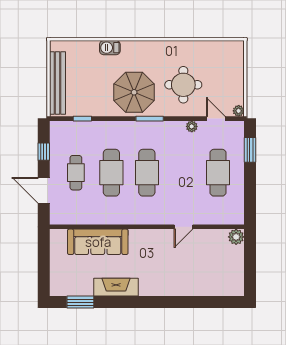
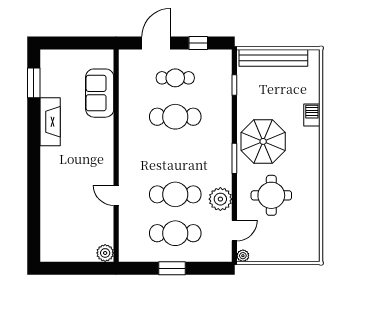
plant: (192, 126) -> (220, 199), width x1.88, depth x1.88
window: (250, 150) -> (172, 268), moved
cafe table: (147, 173) -> (175, 194), moved
sofa: (98, 242) -> (100, 93), width x0.73

